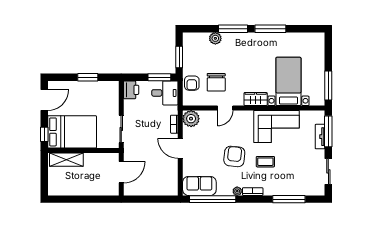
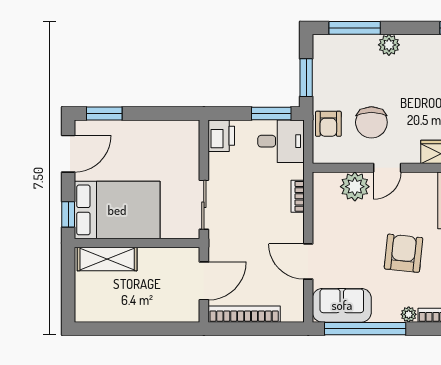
window: (233, 29) -> (355, 28), moved
plant: (215, 38) -> (389, 45), moved
window: (88, 77) -> (104, 113), moved
plant: (191, 119) -> (355, 187), moved
door: (180, 148) -> (308, 262), moved
bookcase: (144, 191) -> (244, 314), added

